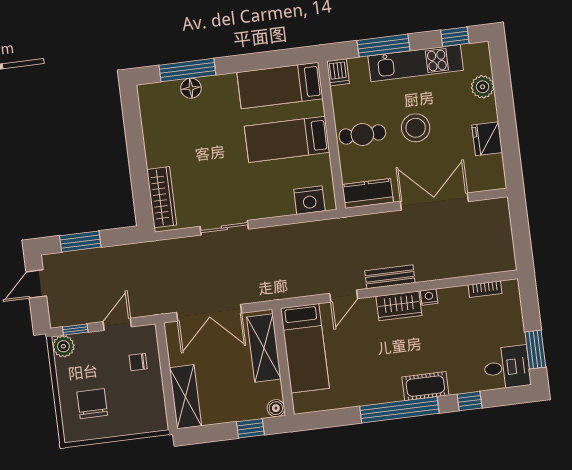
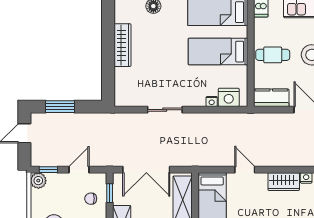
wardrobe: (162, 197) -> (123, 45), moved
nightstand: (287, 209) -> (212, 101), added
bench: (390, 277) -> (280, 160), removed
door: (344, 296) -> (245, 170), swing flipped
window: (163, 351) -> (110, 193), added

